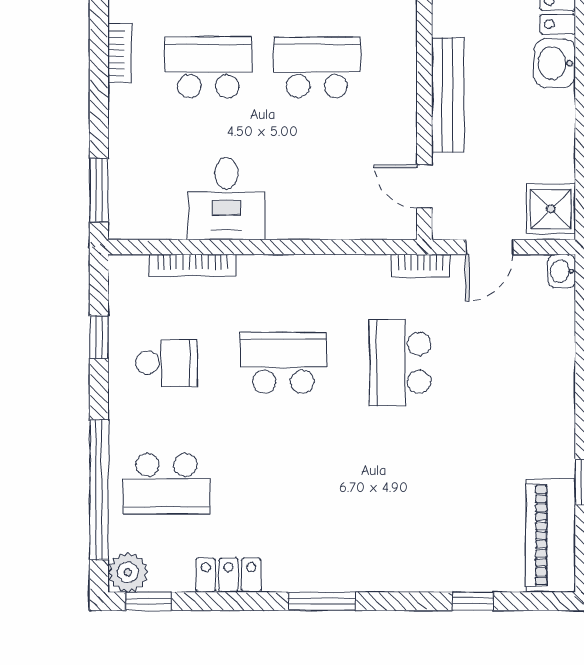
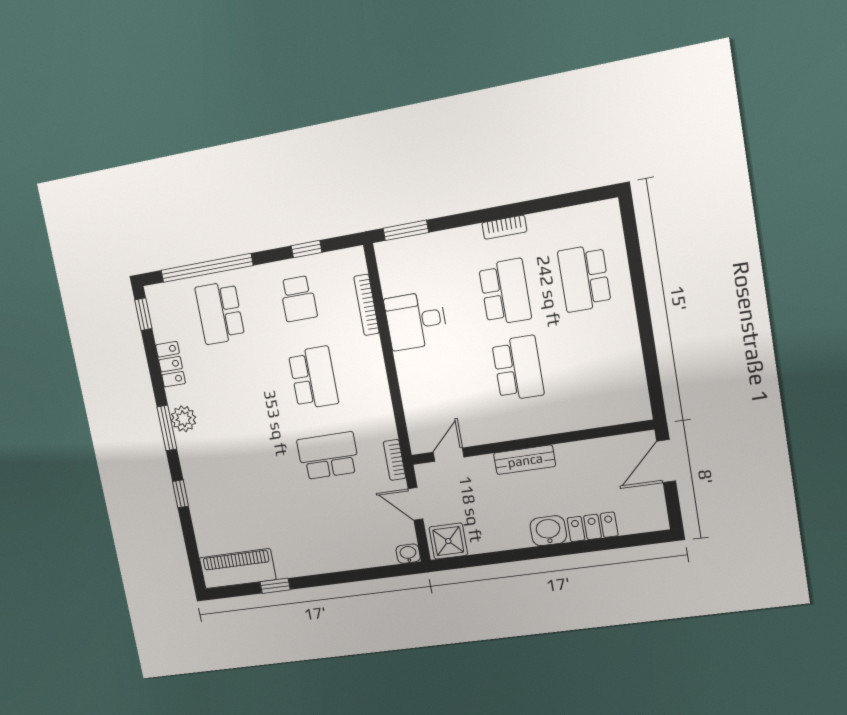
bench: (448, 95) -> (525, 460), width x0.73
plant: (128, 572) -> (184, 419), moved
window: (473, 601) -> (180, 494), moved

